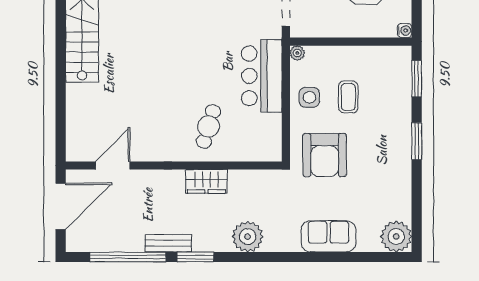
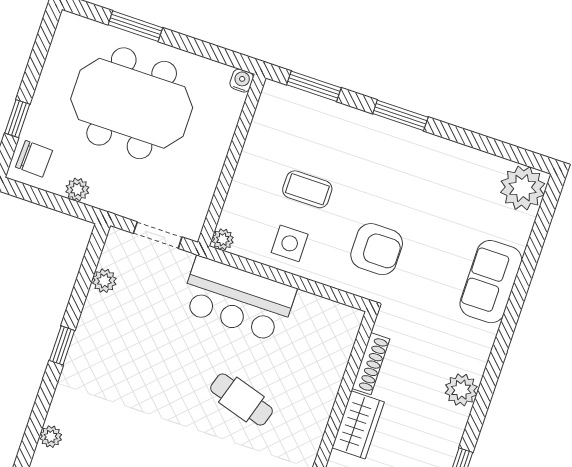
cafe table: (208, 126) -> (241, 399), moved
armchair: (325, 155) -> (377, 249), width x0.73, depth x0.73
shoe rack: (249, 176) -> (371, 364), added
plant: (248, 237) -> (461, 390), width x0.73, depth x0.73

